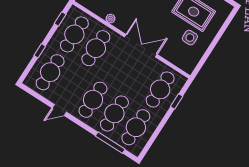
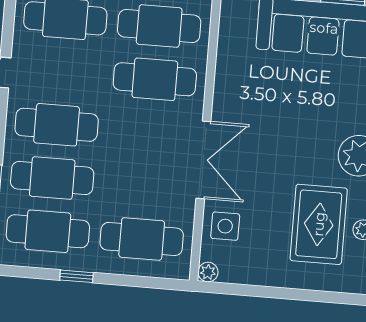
plant: (111, 19) -> (208, 272), moved
side table: (190, 38) -> (225, 226), moved
window: (177, 101) -> (77, 276), moved

